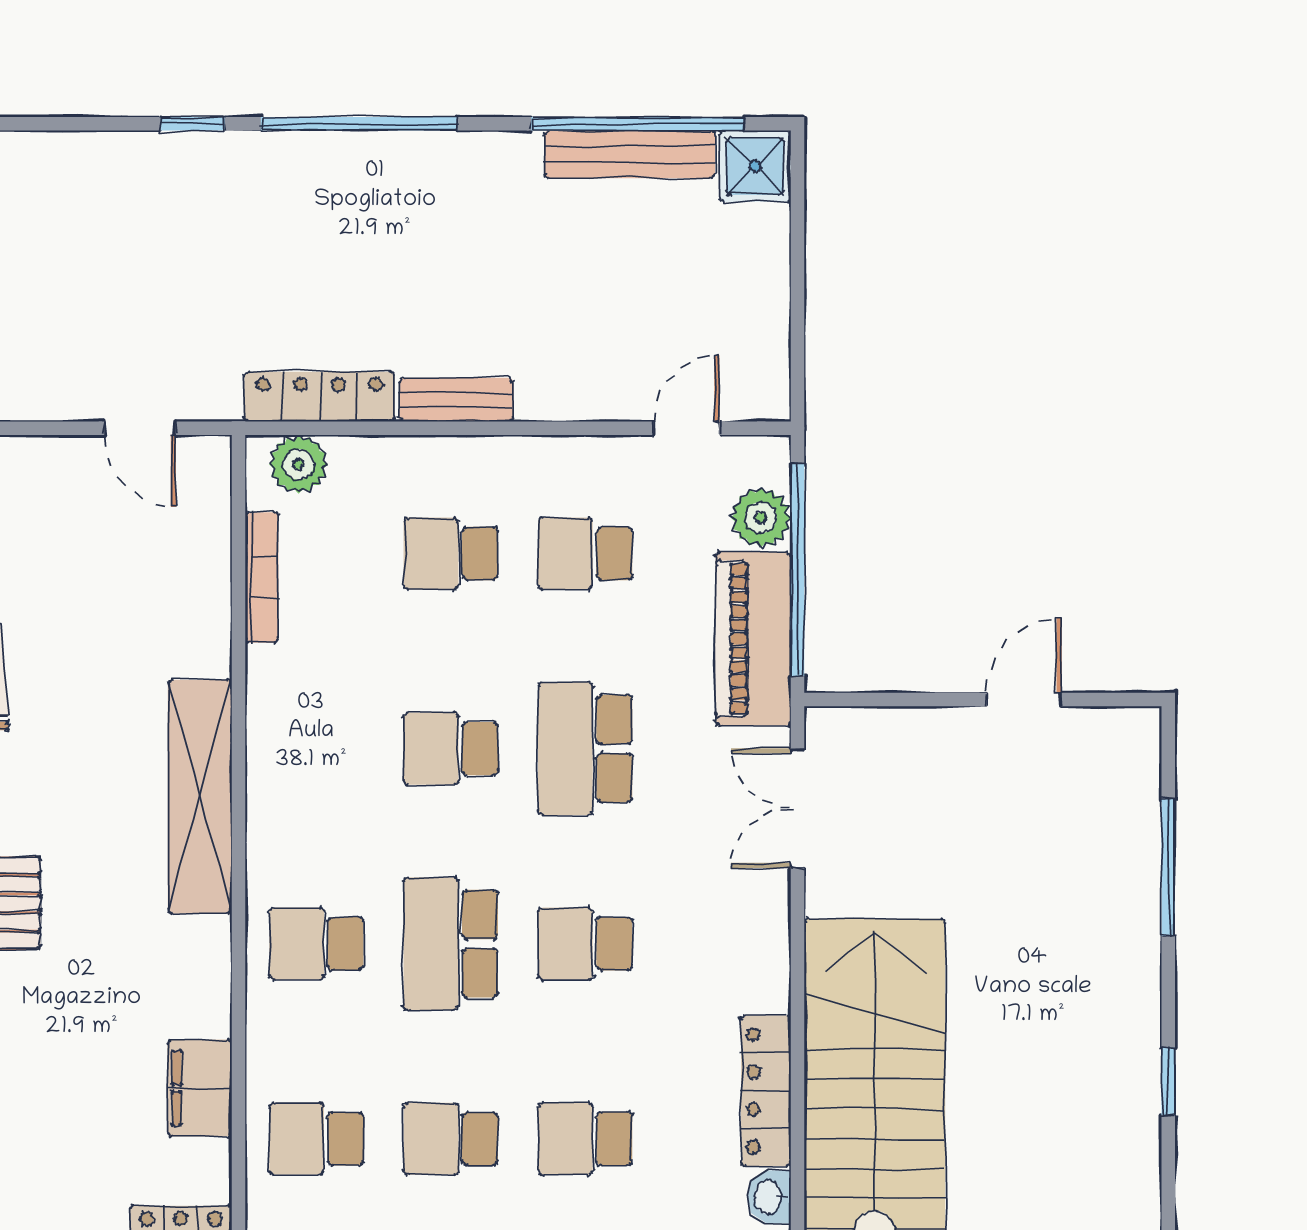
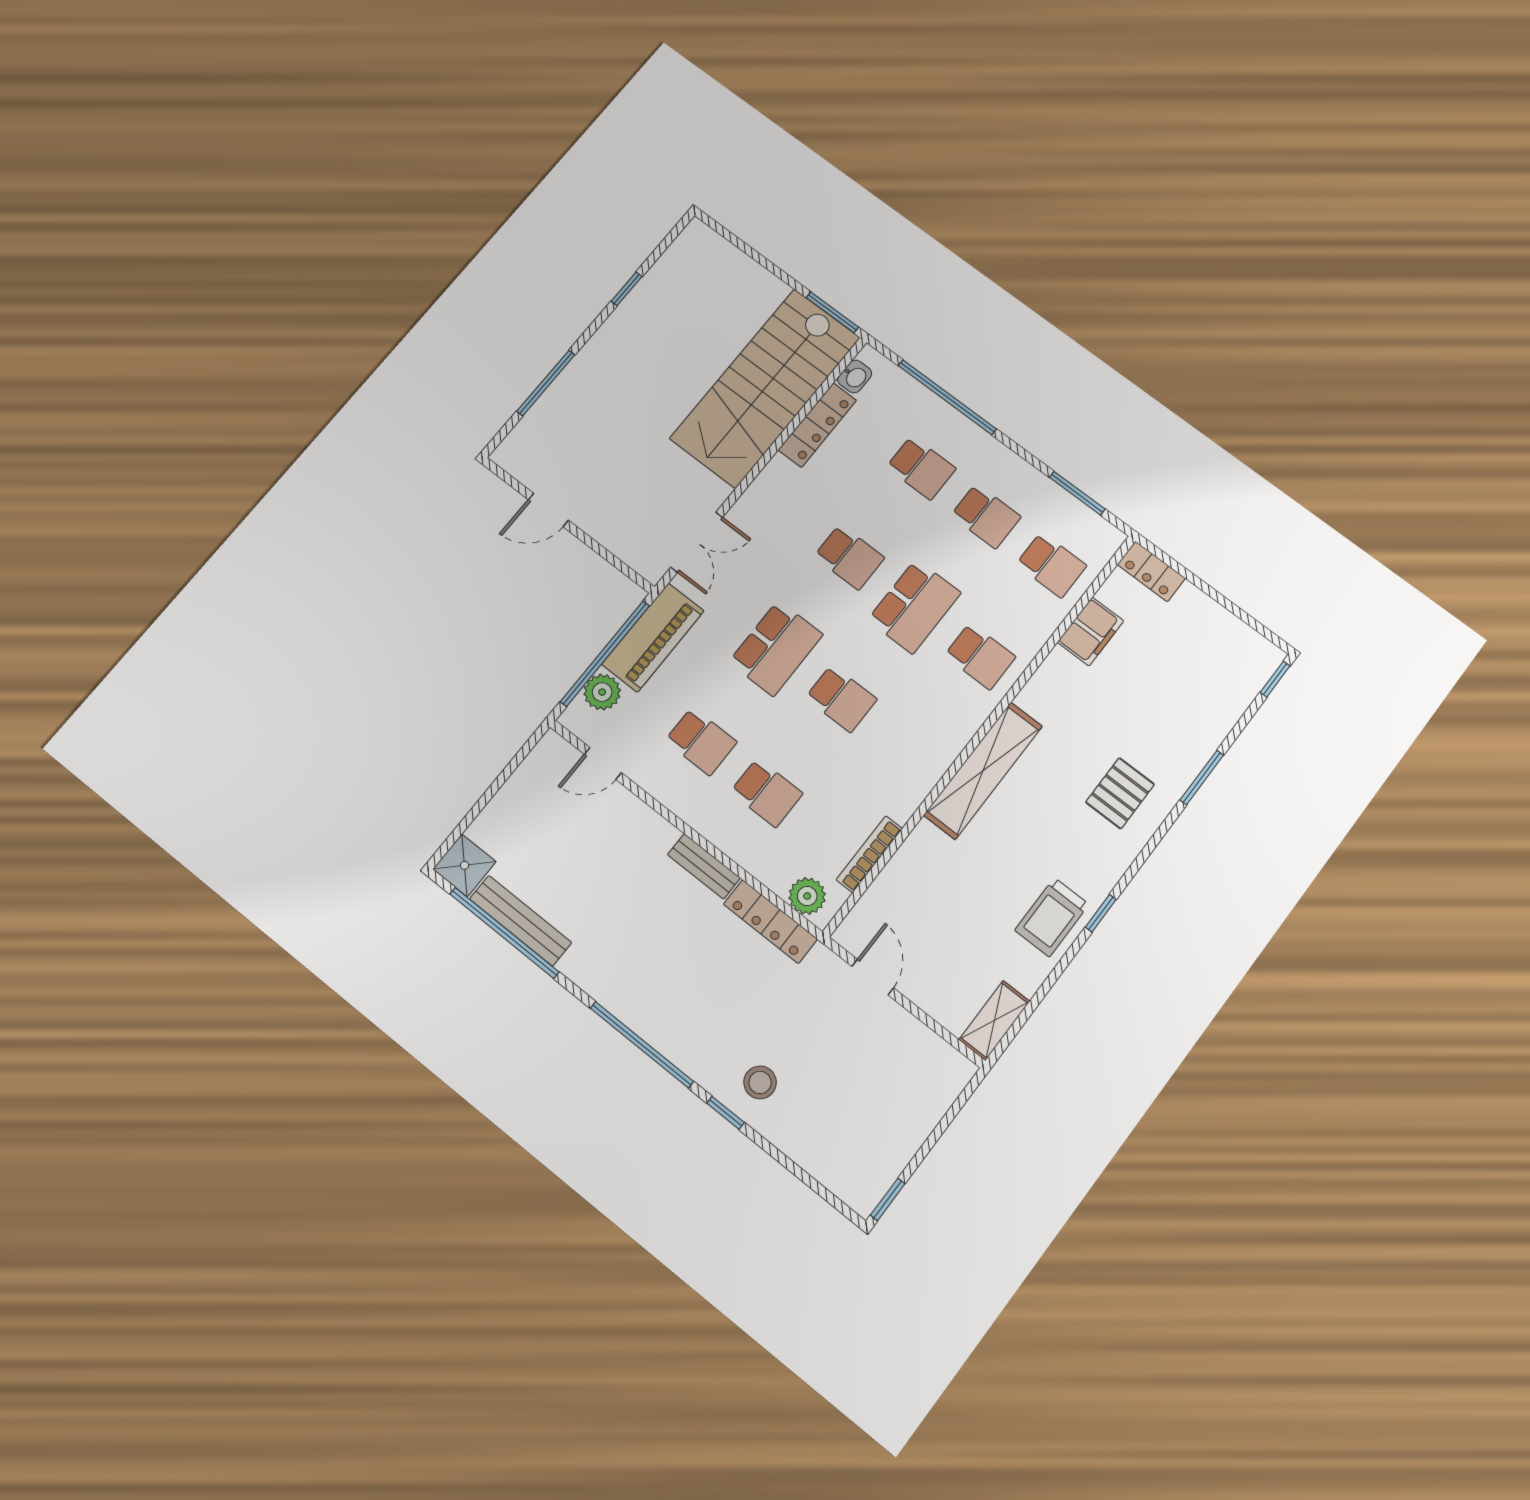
stool: (179, 193) -> (760, 1082), added

